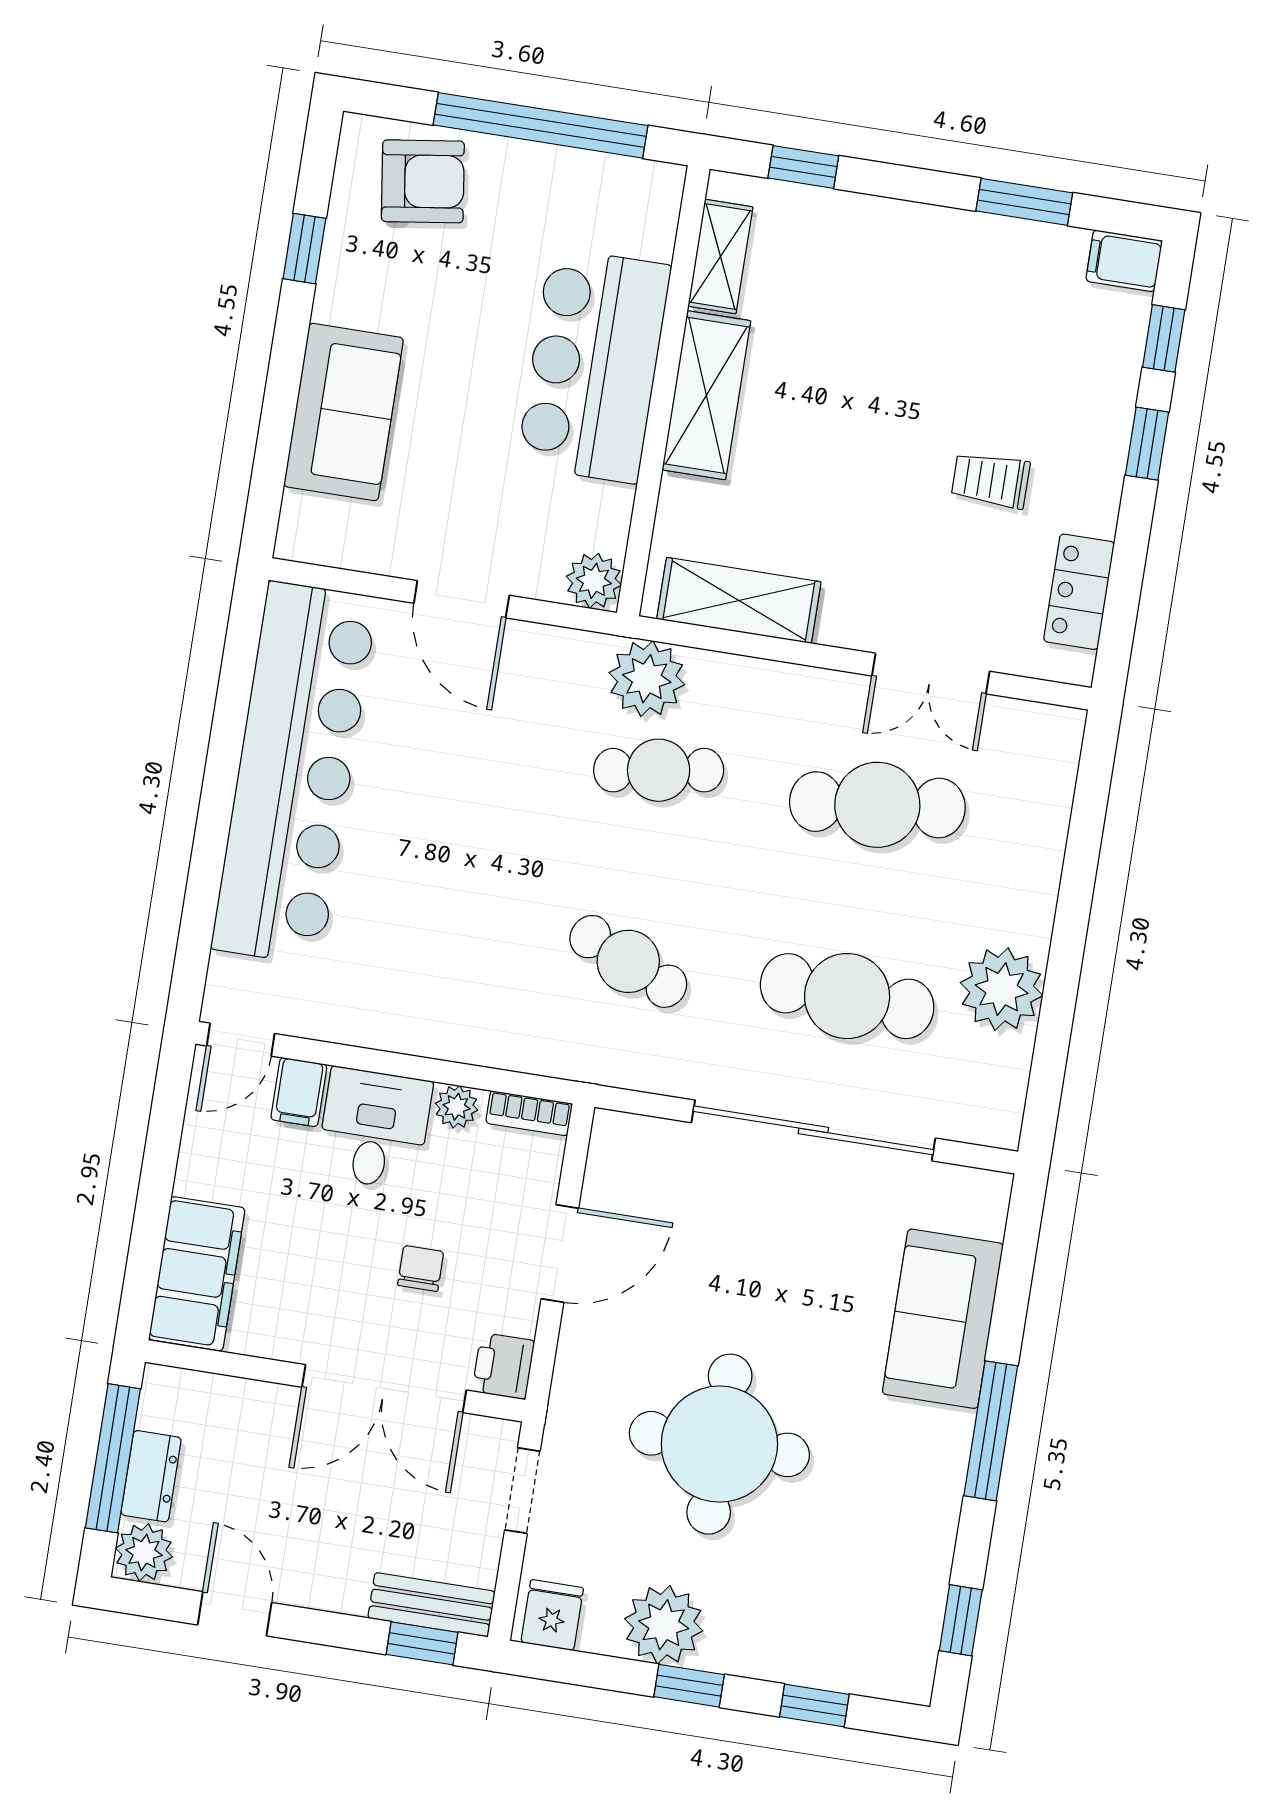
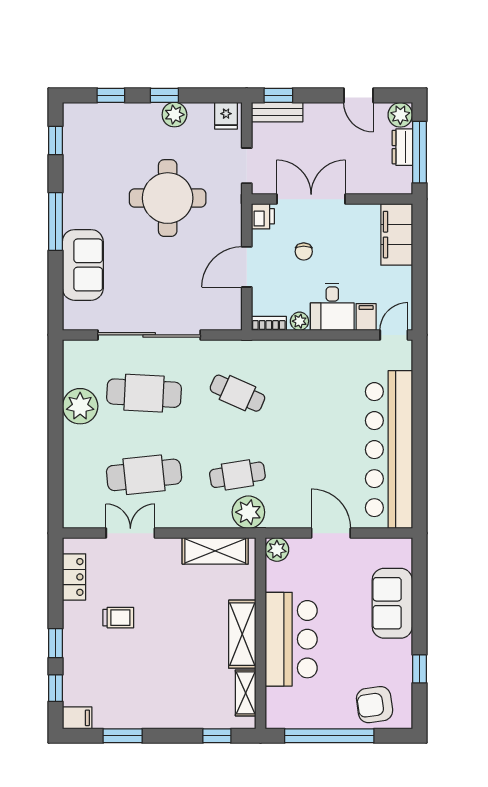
plant: (664, 1625) -> (174, 115), width x0.73, depth x0.73

